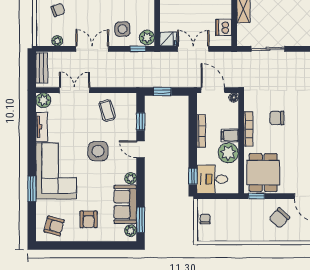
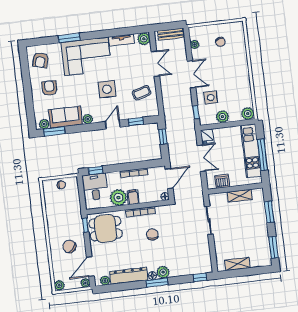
plant: (147, 38) -> (222, 117), moved
armchair: (89, 219) -> (49, 88), turned 90

